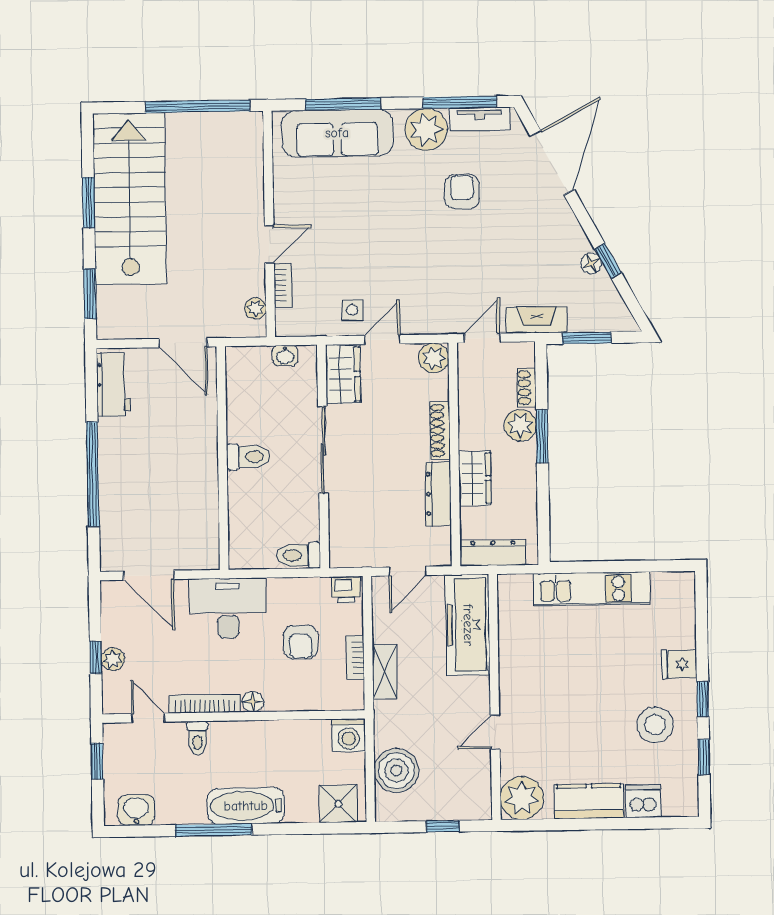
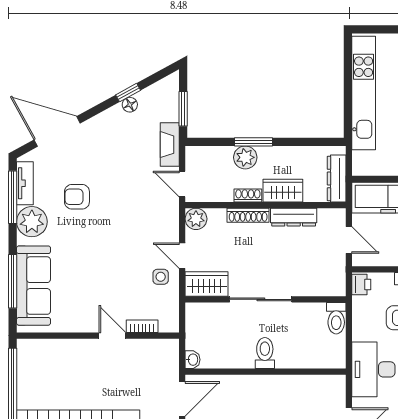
plant: (255, 308) -> (158, 346), removed
washbasin: (285, 356) -> (193, 360), moved
shoe rack: (527, 388) -> (248, 195), moved, turned 180
kitchen unit: (592, 589) -> (364, 93), width x1.36

